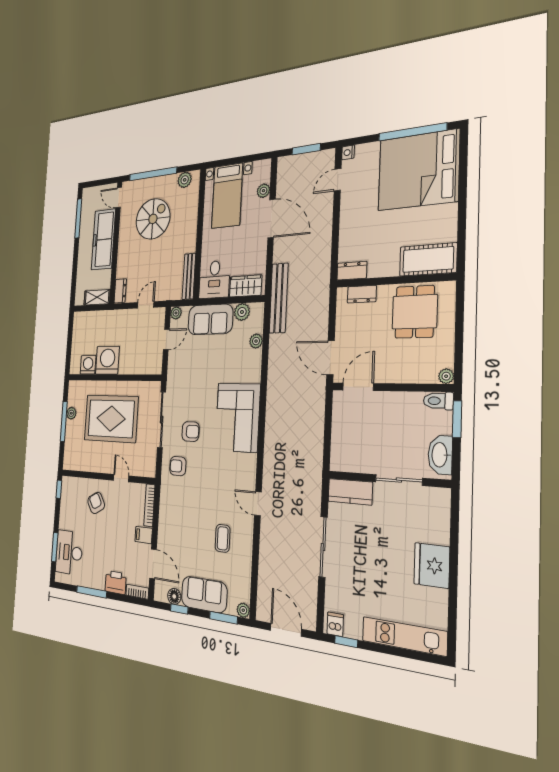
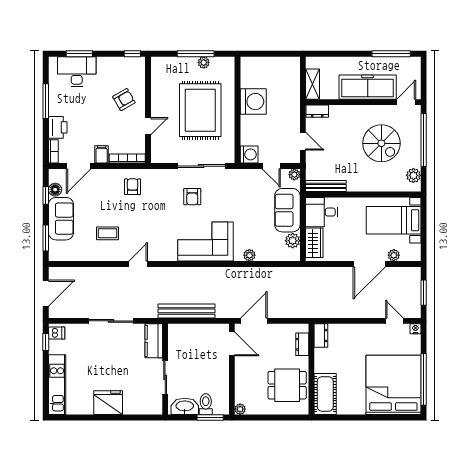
bench: (279, 298) -> (187, 311), moved
plant: (256, 341) -> (249, 255), moved
washing machine: (88, 365) -> (249, 154), moved
toilet: (438, 401) -> (206, 404), moved
armchair: (178, 466) -> (133, 187), moved
plant: (243, 610) -> (54, 255), removed

